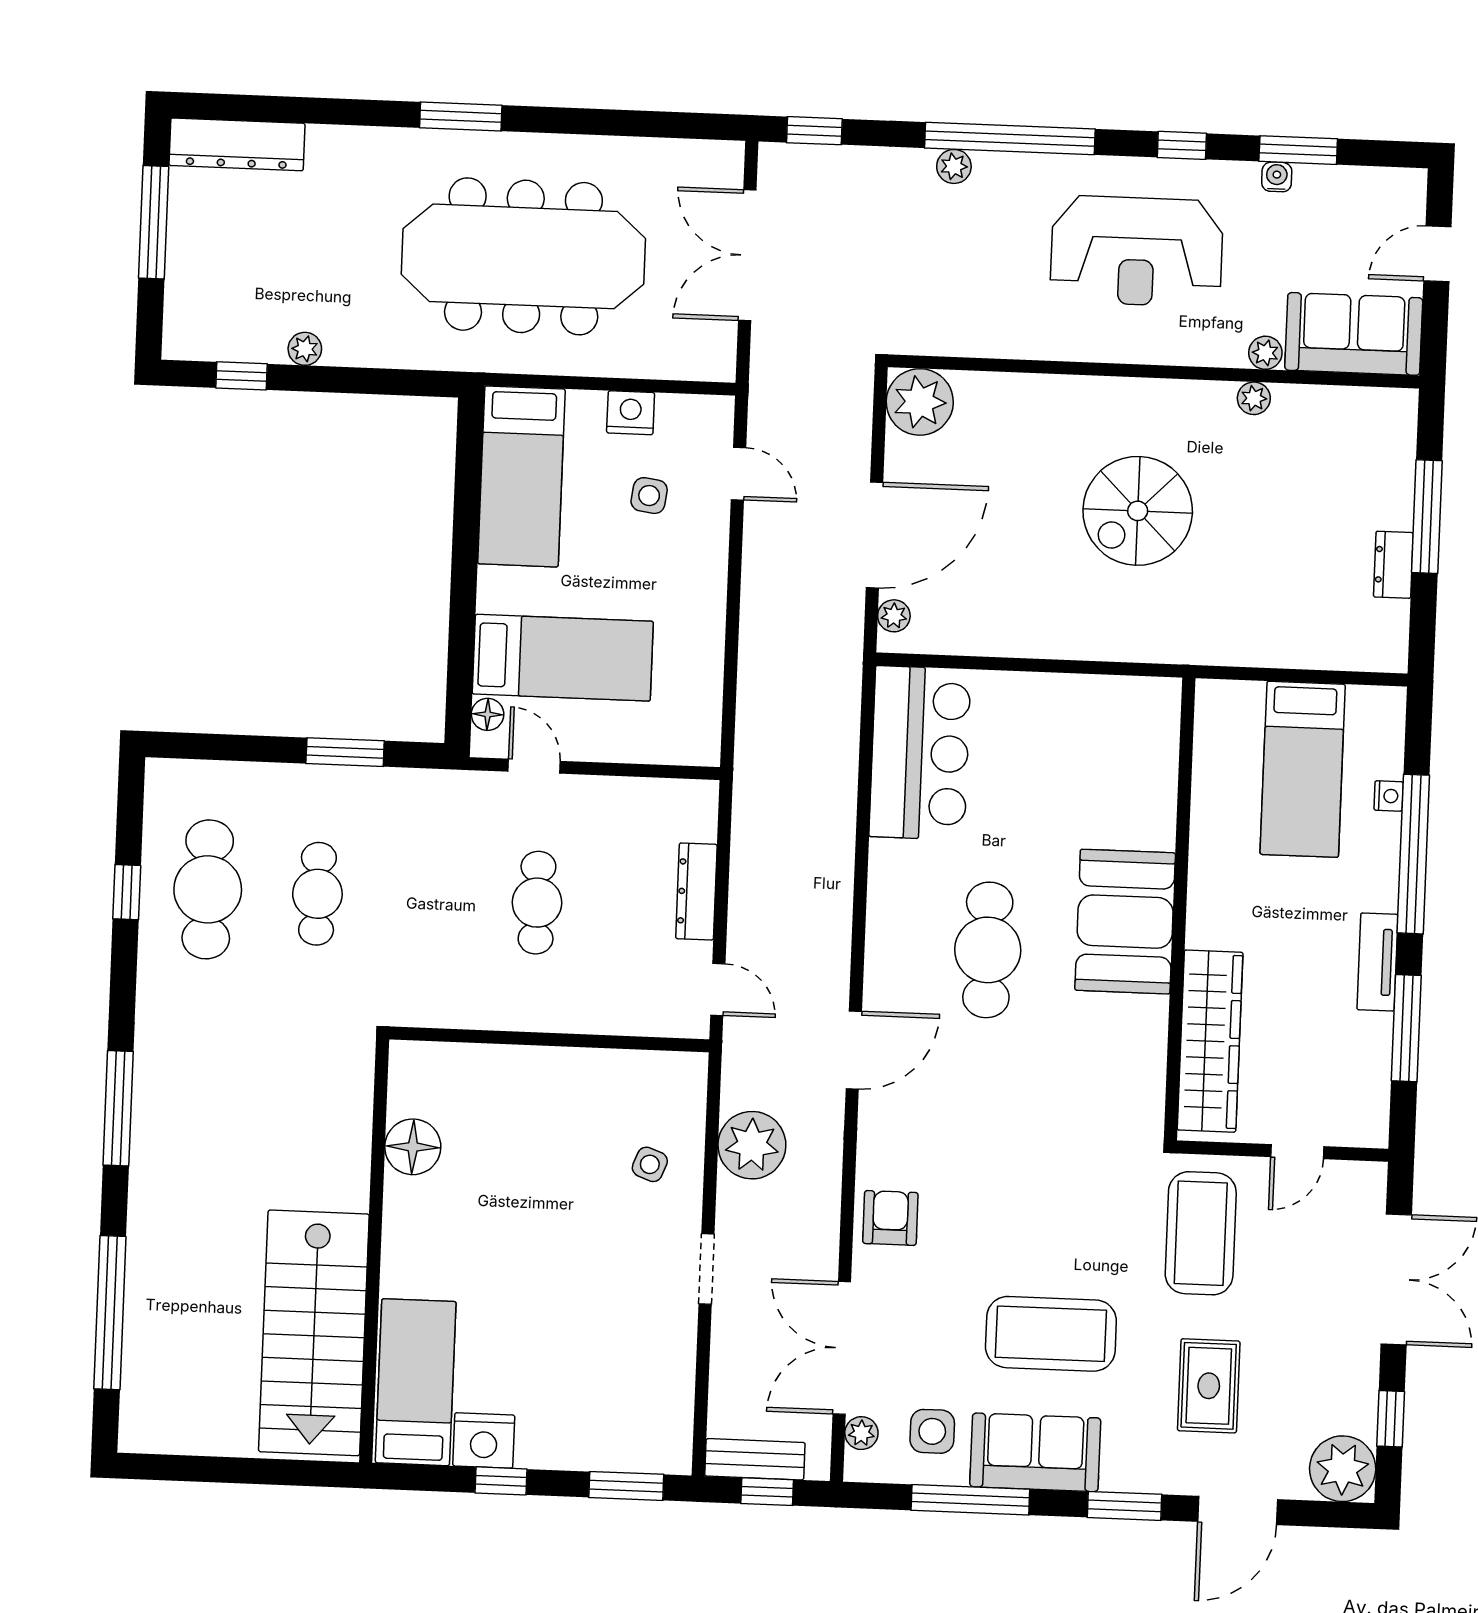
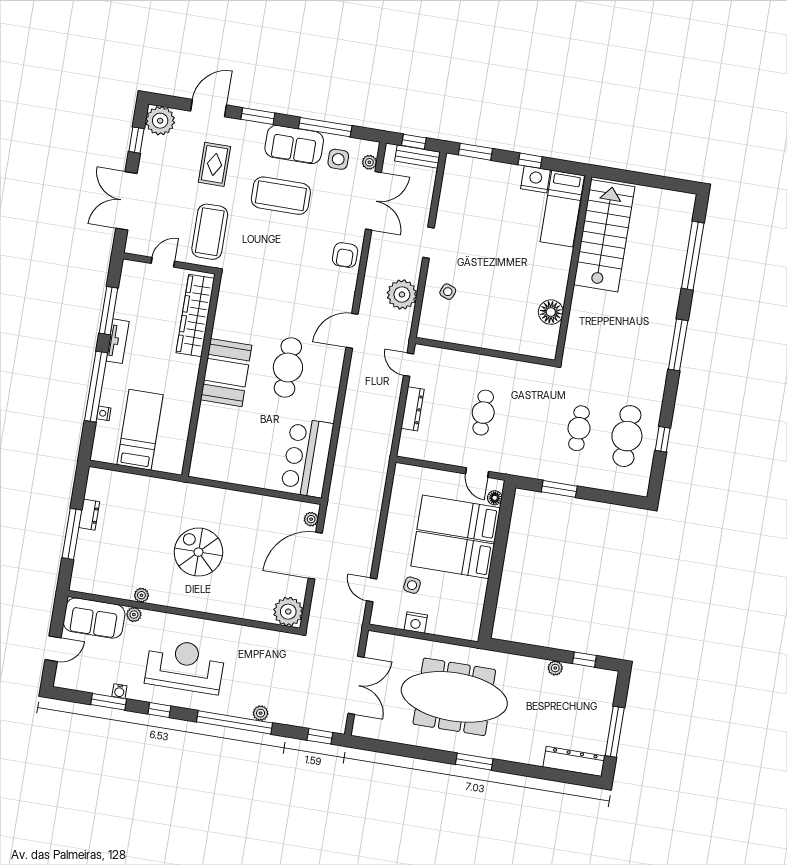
bed: (521, 476) -> (453, 555), moved, turned -90
spiral stairs: (1138, 511) -> (198, 552), turned -90

